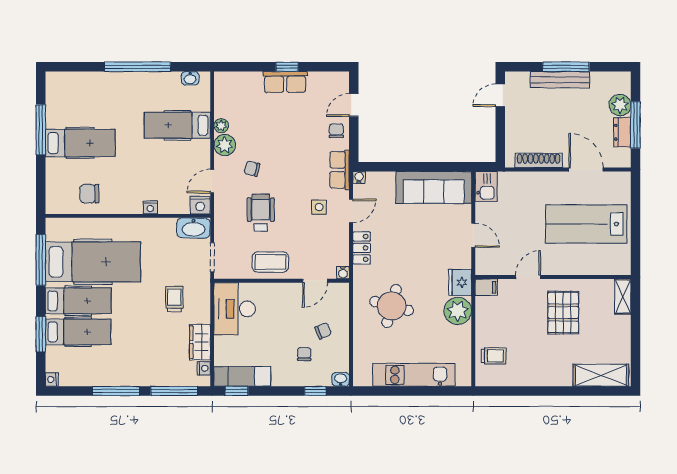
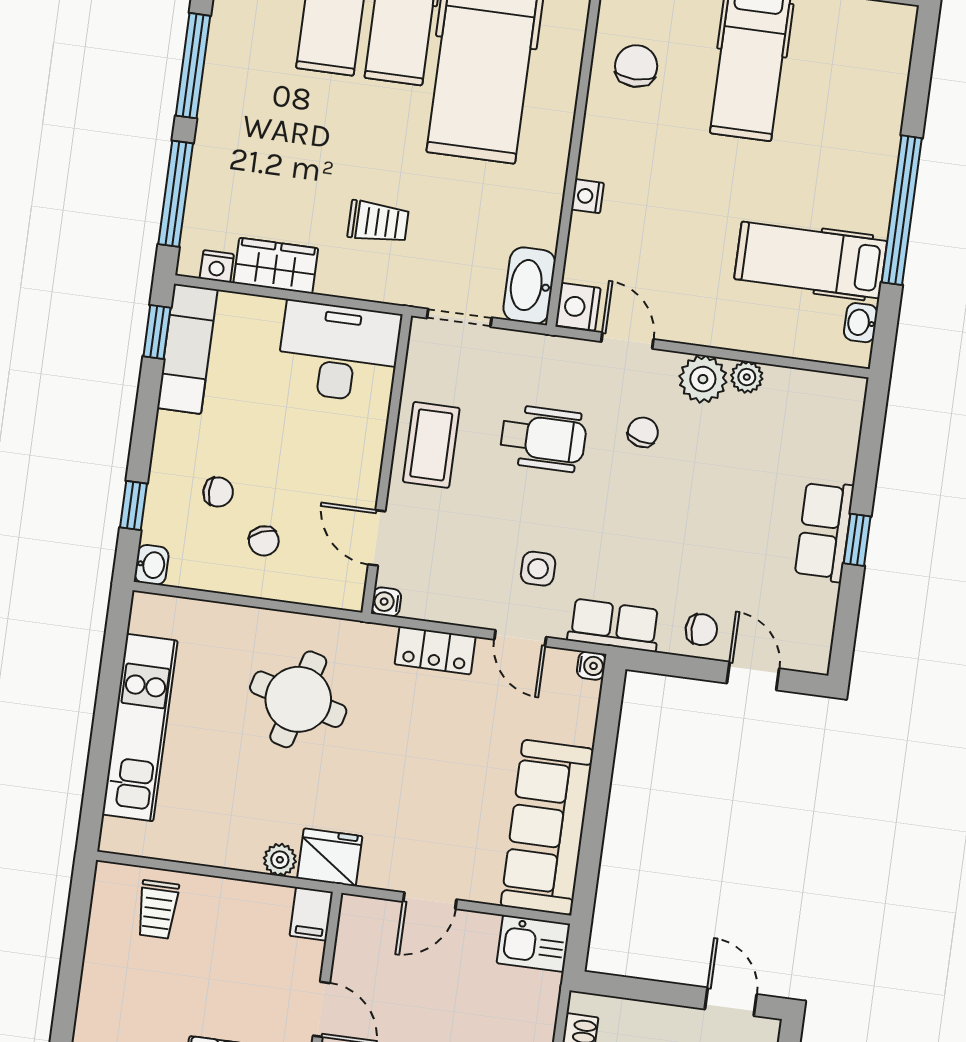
hospital bed: (177, 125) -> (811, 260), moved, turned -90
plant: (458, 311) -> (280, 860), width x0.53, depth x0.53

